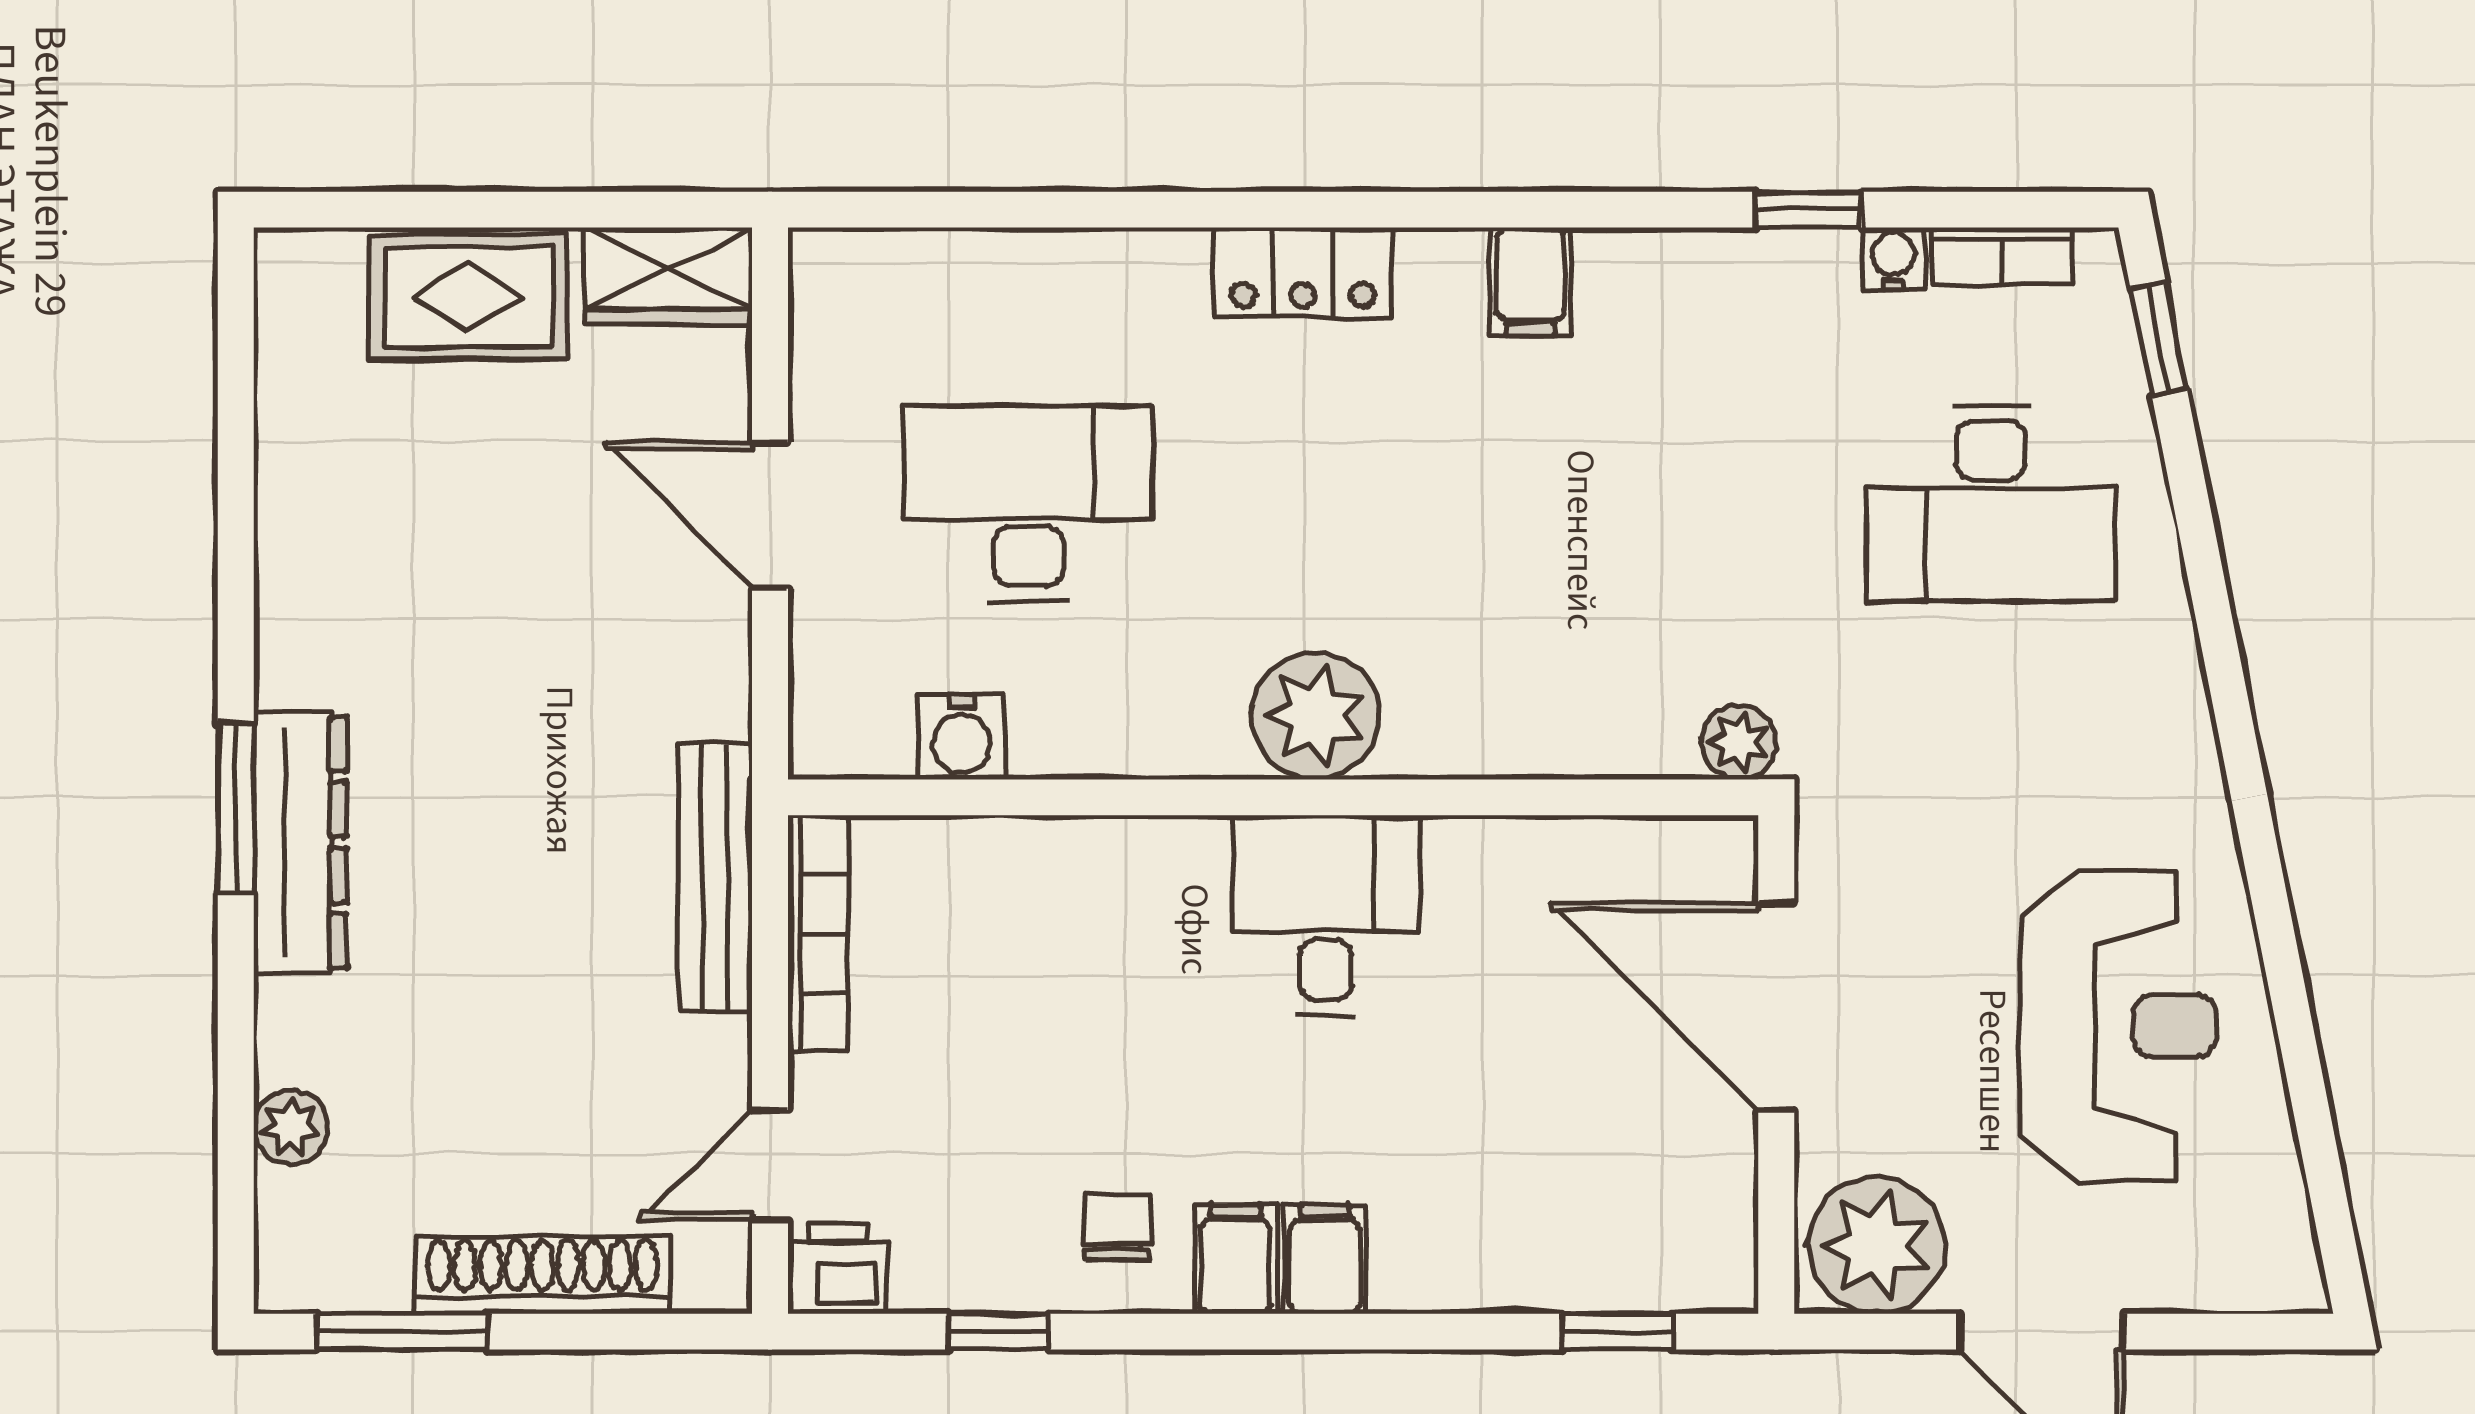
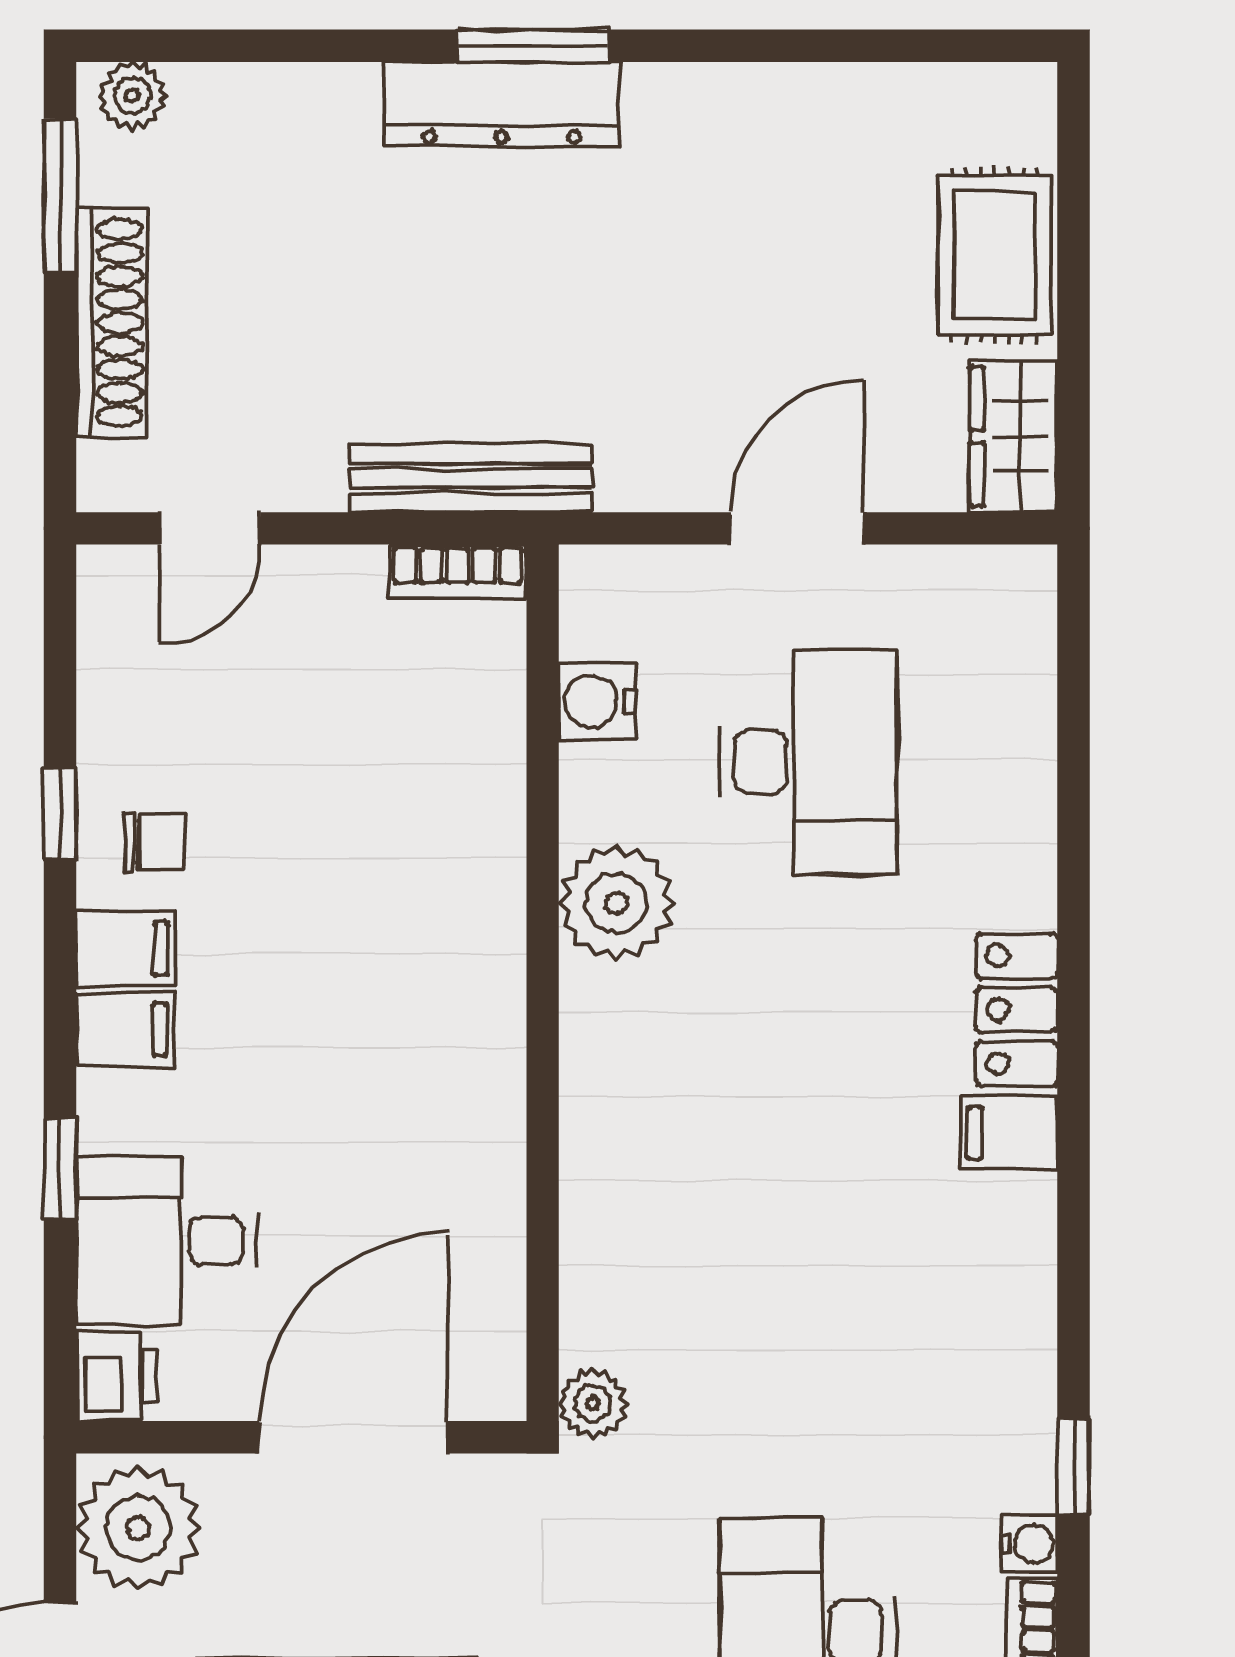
filing cabinet: (1530, 281) -> (1009, 1133), moved
plant: (1315, 716) -> (616, 903), moved
desk: (1326, 916) -> (167, 1241), moved, turned 180
bookcase: (818, 934) -> (458, 572), width x0.64
plant: (291, 1127) -> (132, 96), moved
door: (770, 1165) -> (210, 528), swing flipped
printer: (837, 1269) -> (117, 1376), moved
window: (999, 1332) -> (60, 813), moved
window: (1617, 1332) -> (60, 1169), moved

